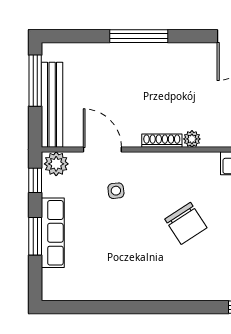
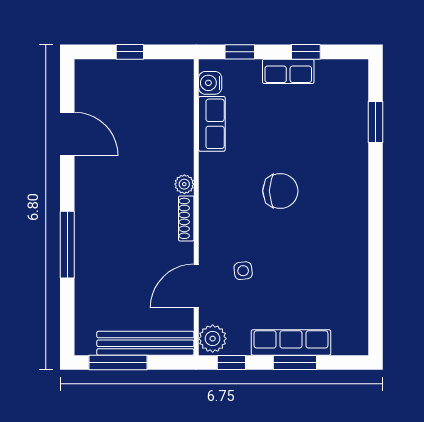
chair: (186, 223) -> (280, 191), turned 33

